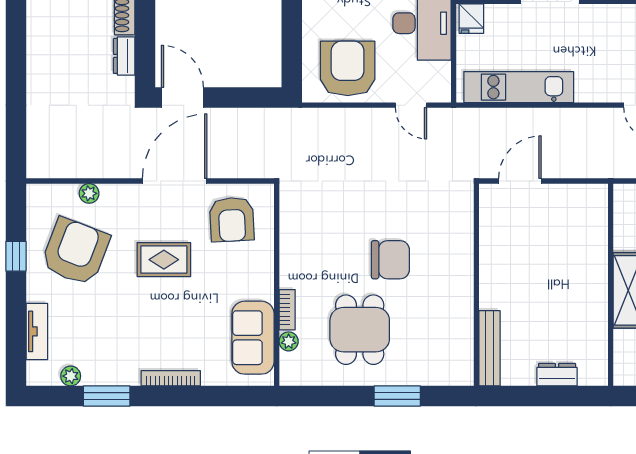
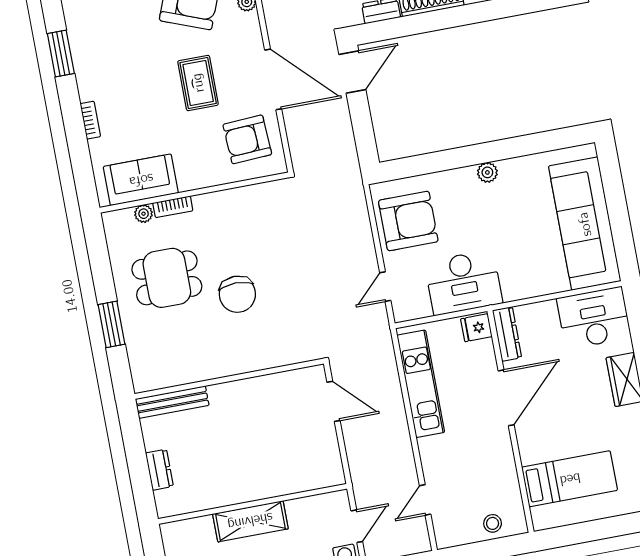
plant: (71, 376) -> (73, 17), removed
bookcase: (171, 378) -> (90, 120), width x0.64

